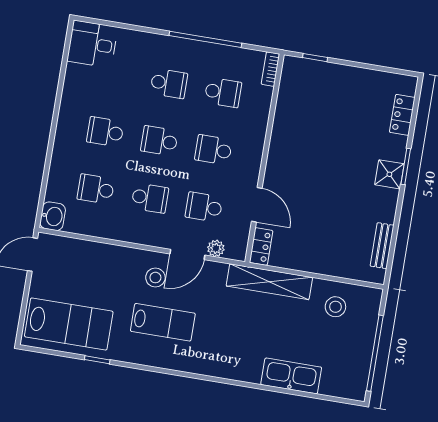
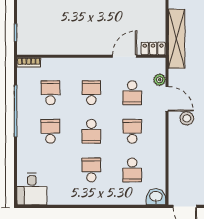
school desk: (105, 132) -> (91, 170), turned 180
school desk: (213, 150) -> (91, 93), turned 180

